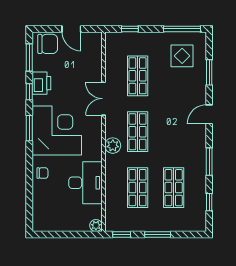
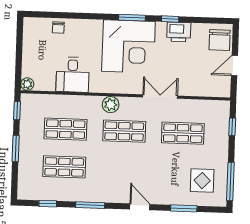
window: (29, 57) -> (206, 20), removed
chair: (42, 173) -> (58, 28), moved
desk: (85, 183) -> (73, 75), width x0.73

